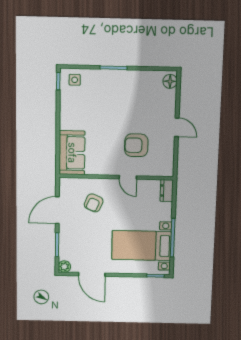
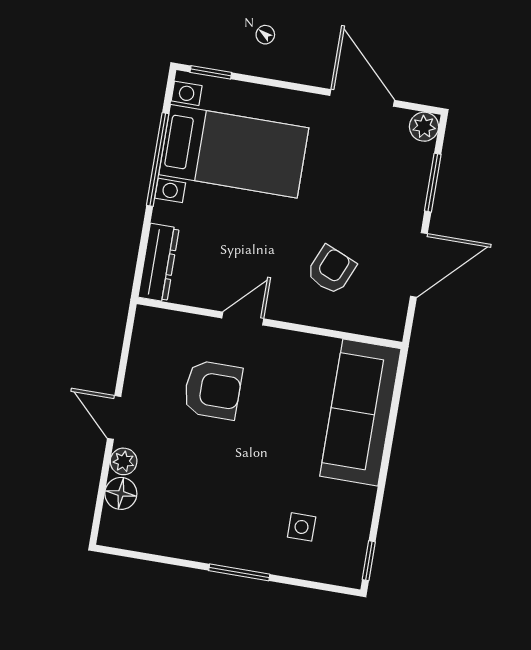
side table: (75, 80) -> (302, 527), moved
floor lamp: (170, 81) -> (121, 493), moved
plant: (170, 109) -> (124, 461), added
sofa: (72, 153) -> (360, 412), width x1.36
door: (128, 177) -> (243, 318), hinge flipped
dresser: (167, 191) -> (159, 263), width x1.44

